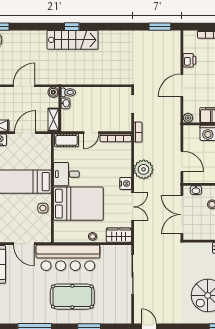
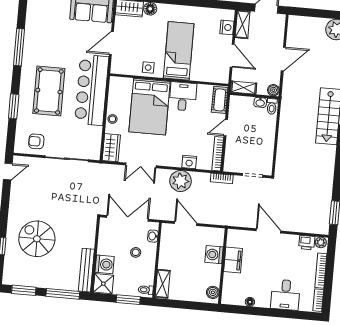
printer: (189, 60) -> (307, 243), moved
door: (24, 86) -> (283, 59), hinge flipped
plant: (188, 118) -> (321, 242), moved
door: (91, 133) -> (226, 128), hinge flipped
door: (182, 161) -> (186, 224), swing flipped
nightstand: (126, 184) -> (189, 162), moved
armchair: (119, 304) -> (36, 141), added

